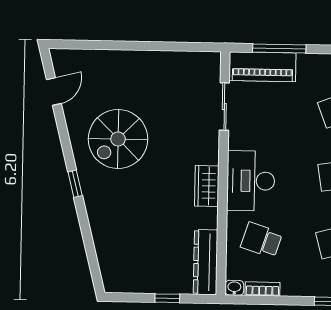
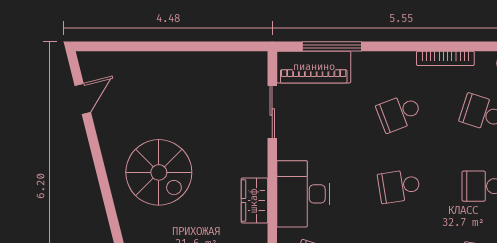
spiral stairs: (118, 139) -> (159, 172), moved, turned -90
window: (75, 184) -> (108, 201), removed

